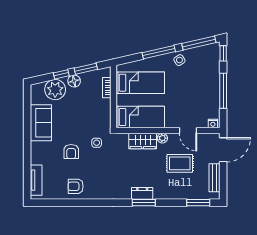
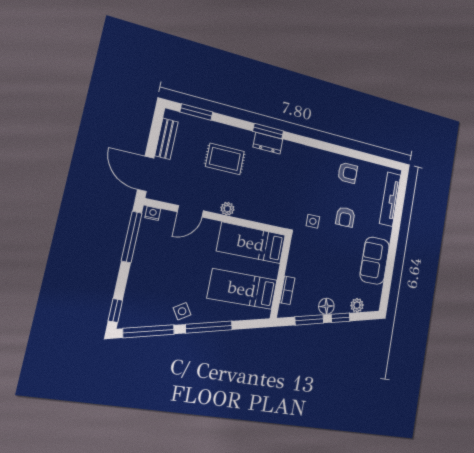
plant: (55, 90) -> (357, 305), width x0.53, depth x0.53
window: (223, 91) -> (132, 237), moved
door: (188, 130) -> (190, 211), swing flipped
wardrobe: (143, 141) -> (254, 211), removed
door: (223, 150) -> (146, 174), hinge flipped
armchair: (71, 152) -> (345, 217), turned 180
rug: (180, 163) -> (225, 159), moved
tv unit: (36, 180) -> (390, 199), width x1.41

